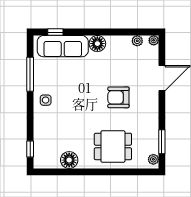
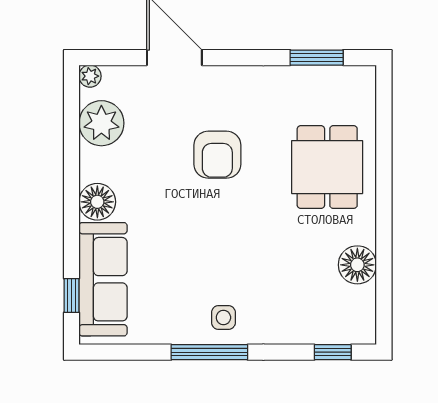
plant: (137, 41) -> (101, 123), width x1.87, depth x1.87
window: (30, 74) -> (209, 352), moved
plant: (153, 159) -> (356, 77), removed

